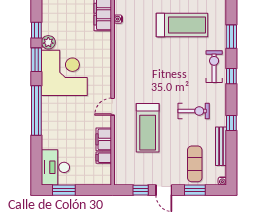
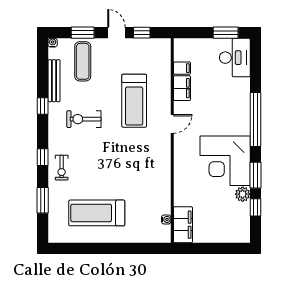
exercise bike: (214, 67) -> (62, 168), width x0.73, depth x0.72
treadmill: (148, 128) -> (134, 101), turned 180

